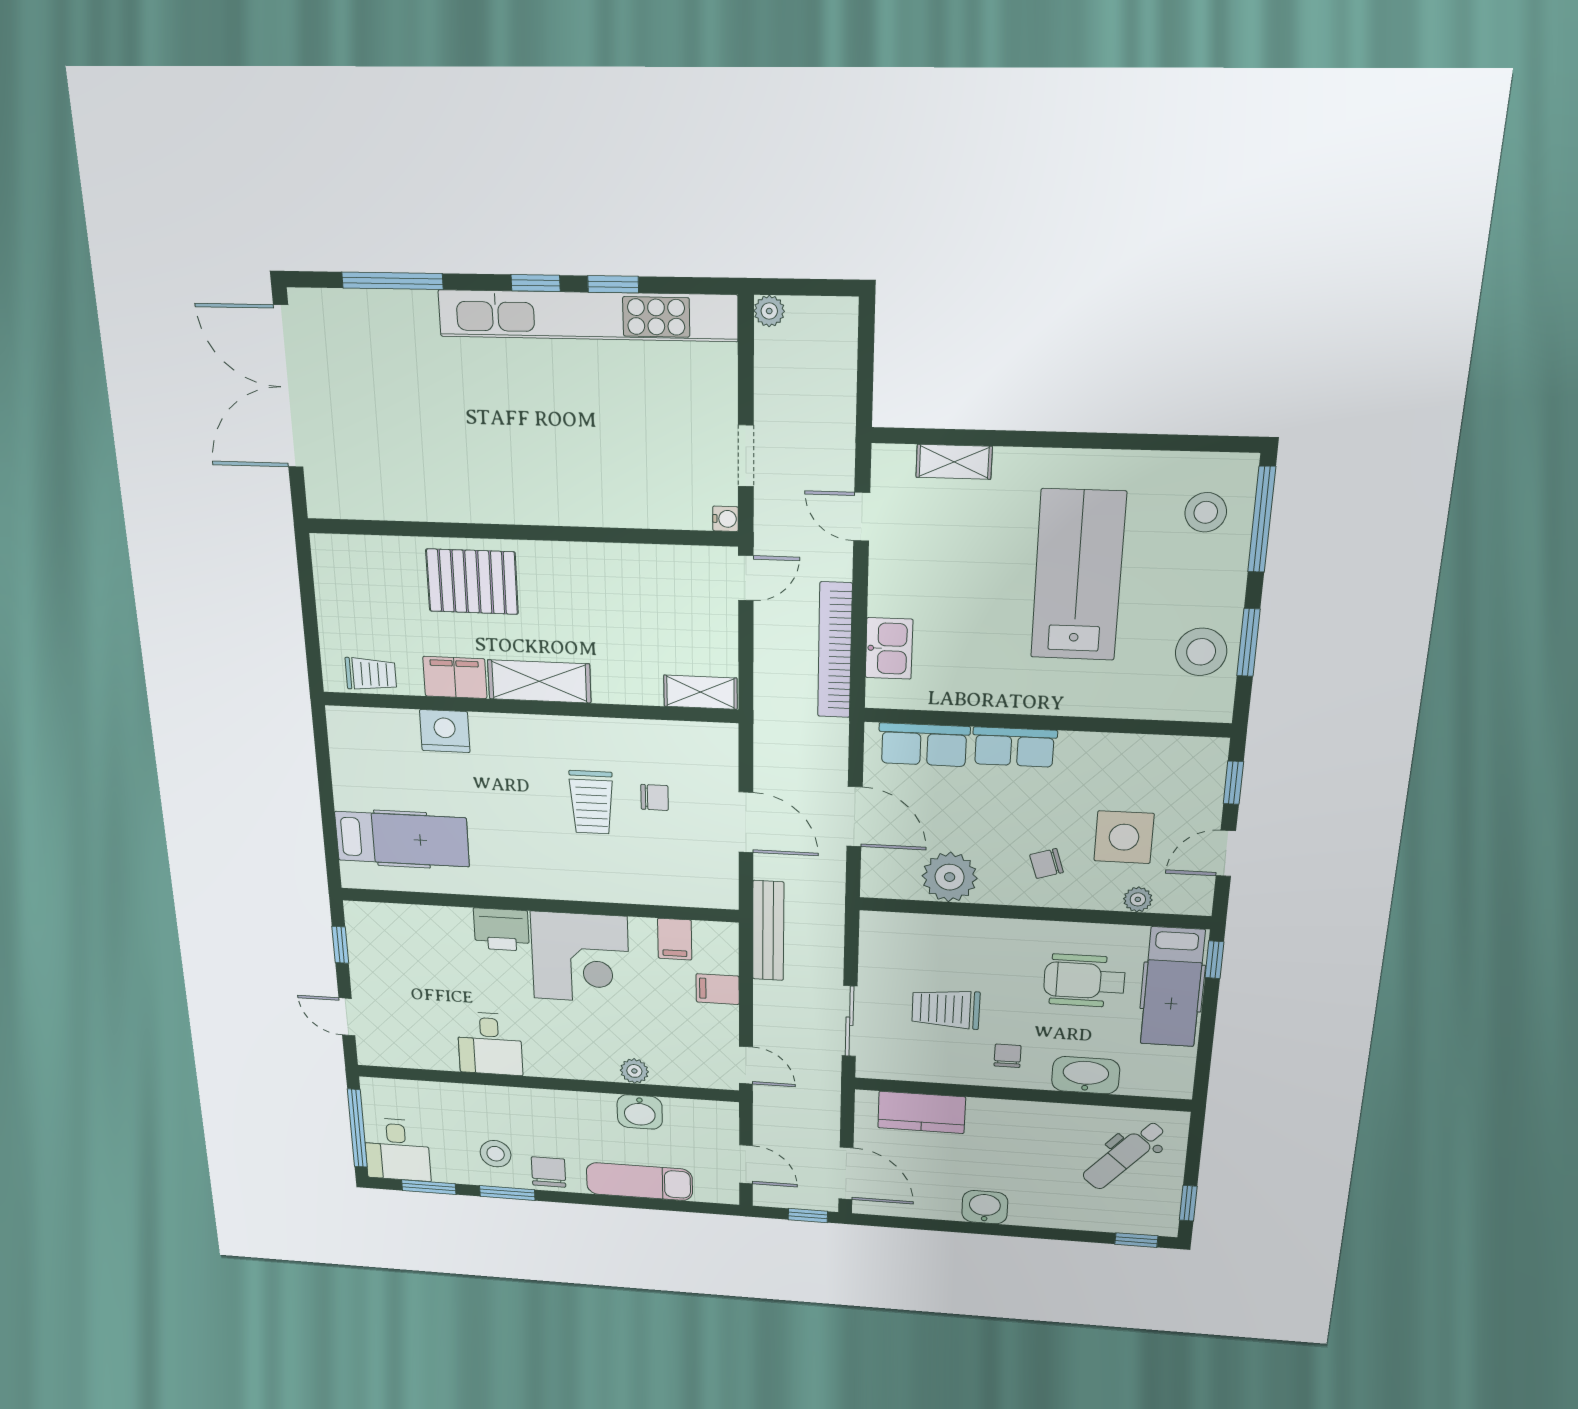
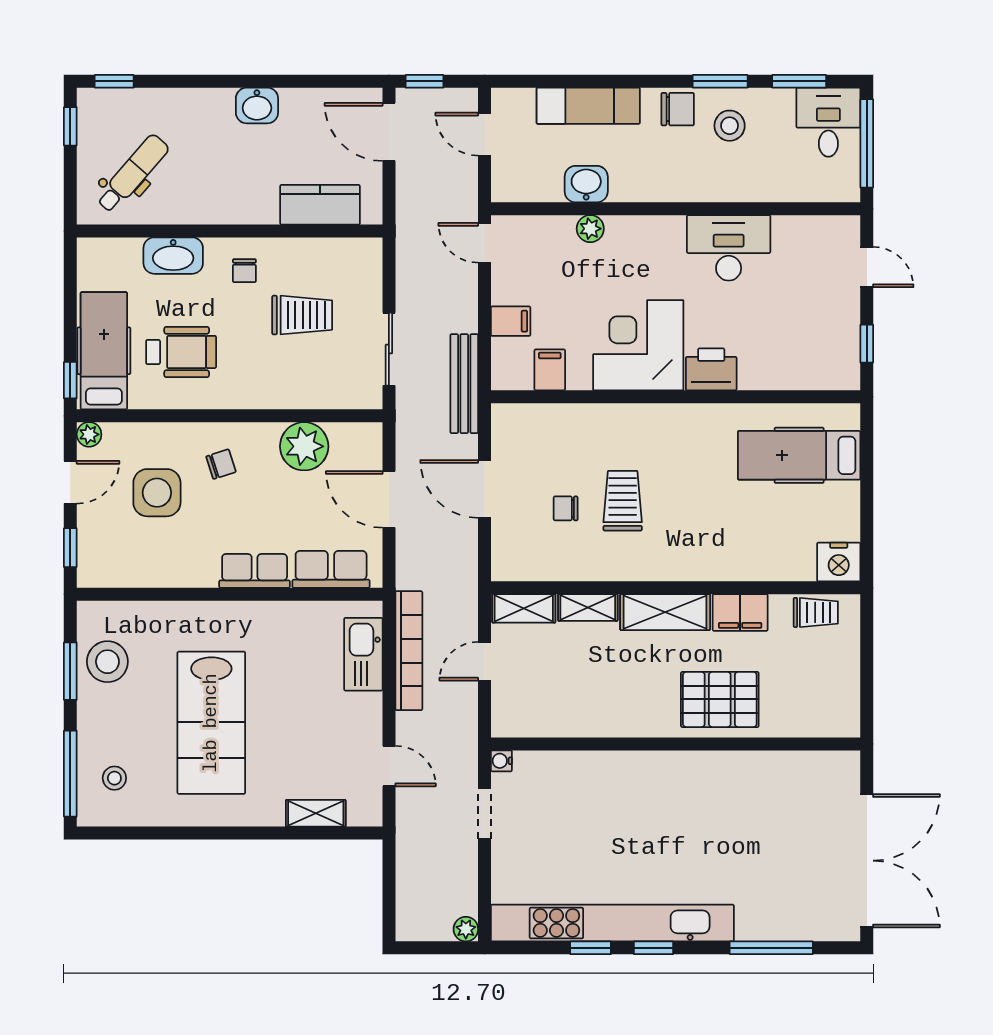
stool: (1206, 512) -> (114, 778), width x0.73, depth x0.73
door: (746, 578) -> (484, 661), moved
kitchen sink: (889, 648) -> (363, 654), width x1.38
trolley: (371, 674) -> (816, 612), turned 180
shelving: (627, 690) -> (588, 608), added
nightstand: (445, 731) -> (839, 562), moved
plant: (1138, 899) -> (89, 434), moved
sliding door: (850, 1021) -> (389, 349), moved
desk: (490, 1044) -> (729, 248), width x1.37
chair: (549, 1172) -> (678, 109), turned -90

